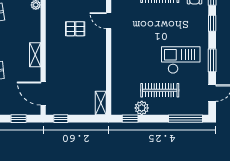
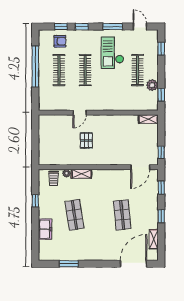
clothes rail: (160, 27) -> (85, 70), added
shelving: (35, 55) -> (82, 174), moved
window: (186, 119) -> (161, 49), width x0.46

